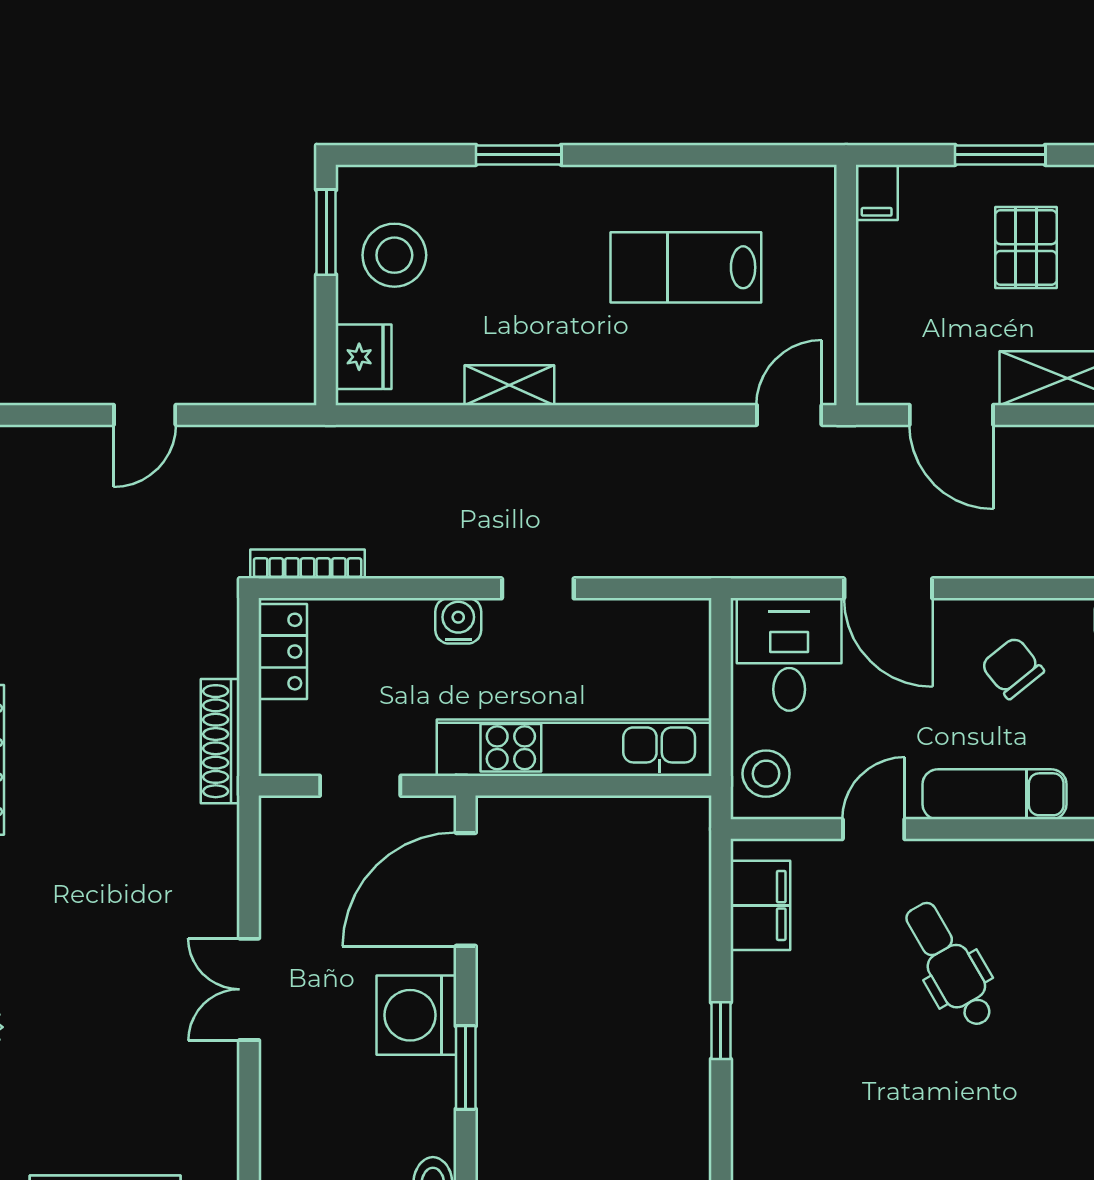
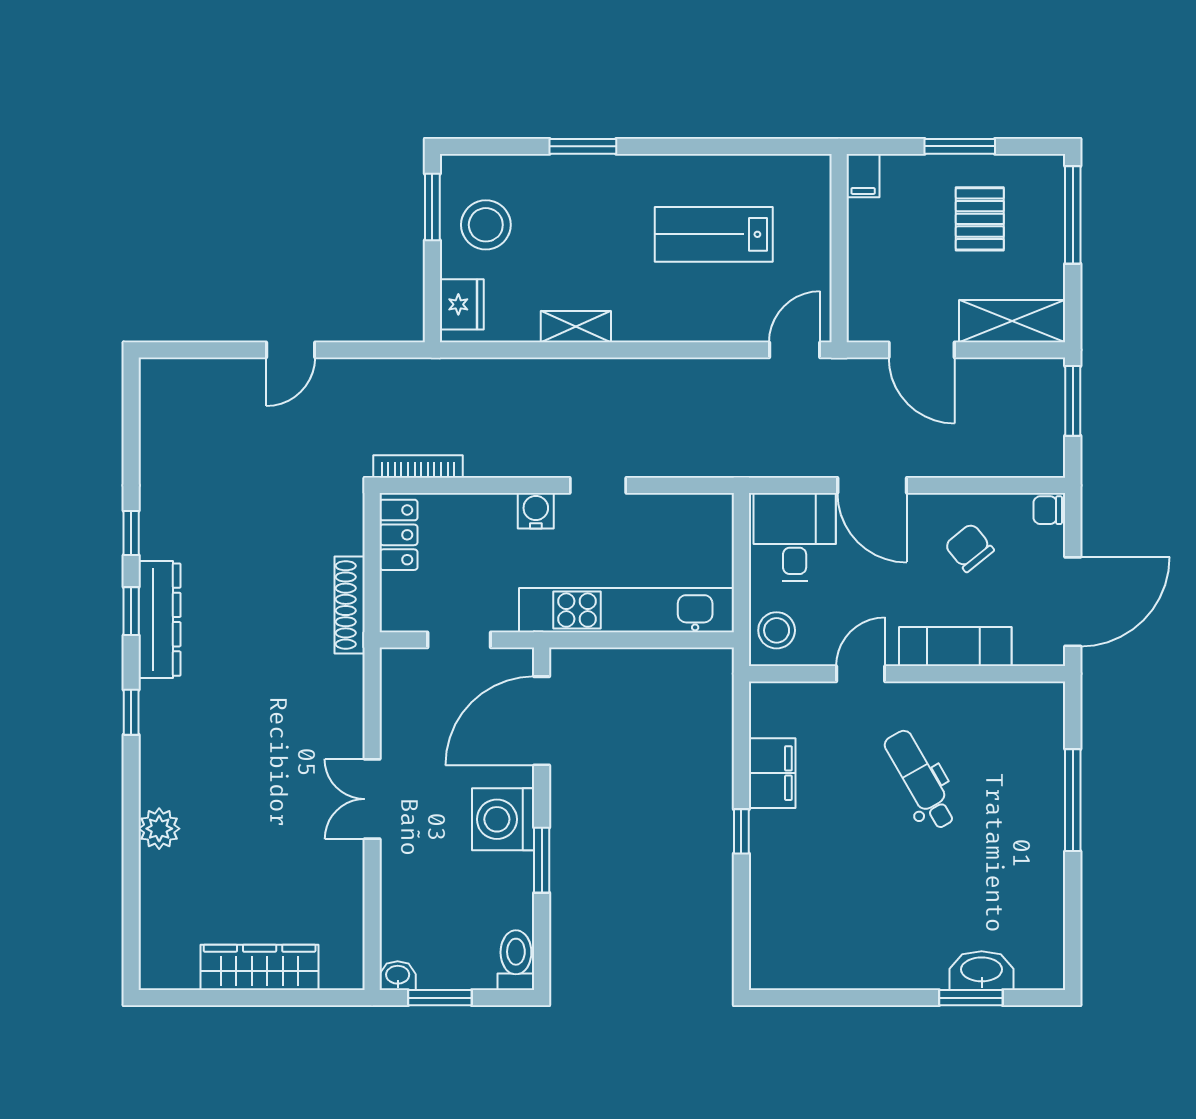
filing cabinet: (760, 905) -> (772, 773), moved

